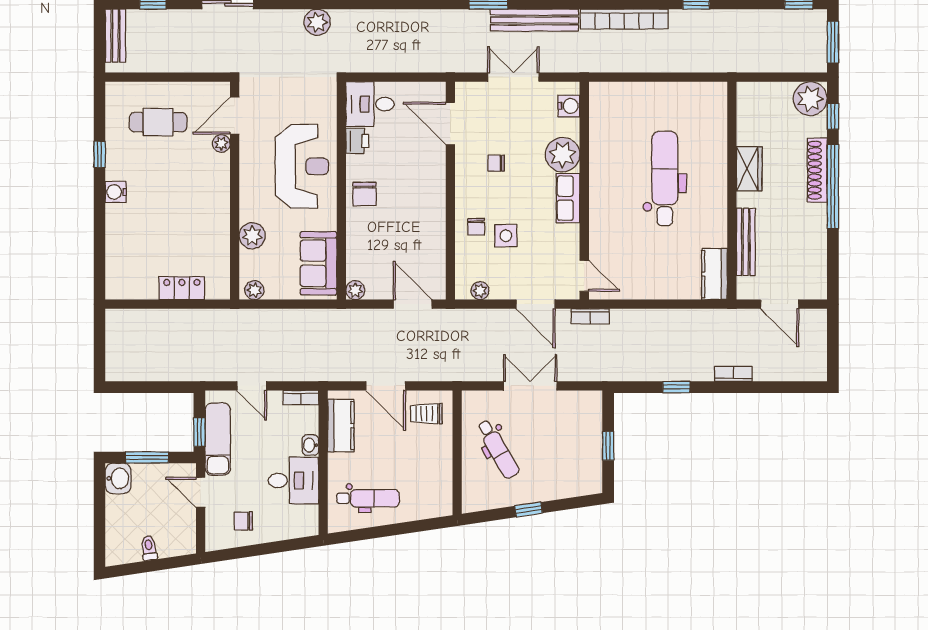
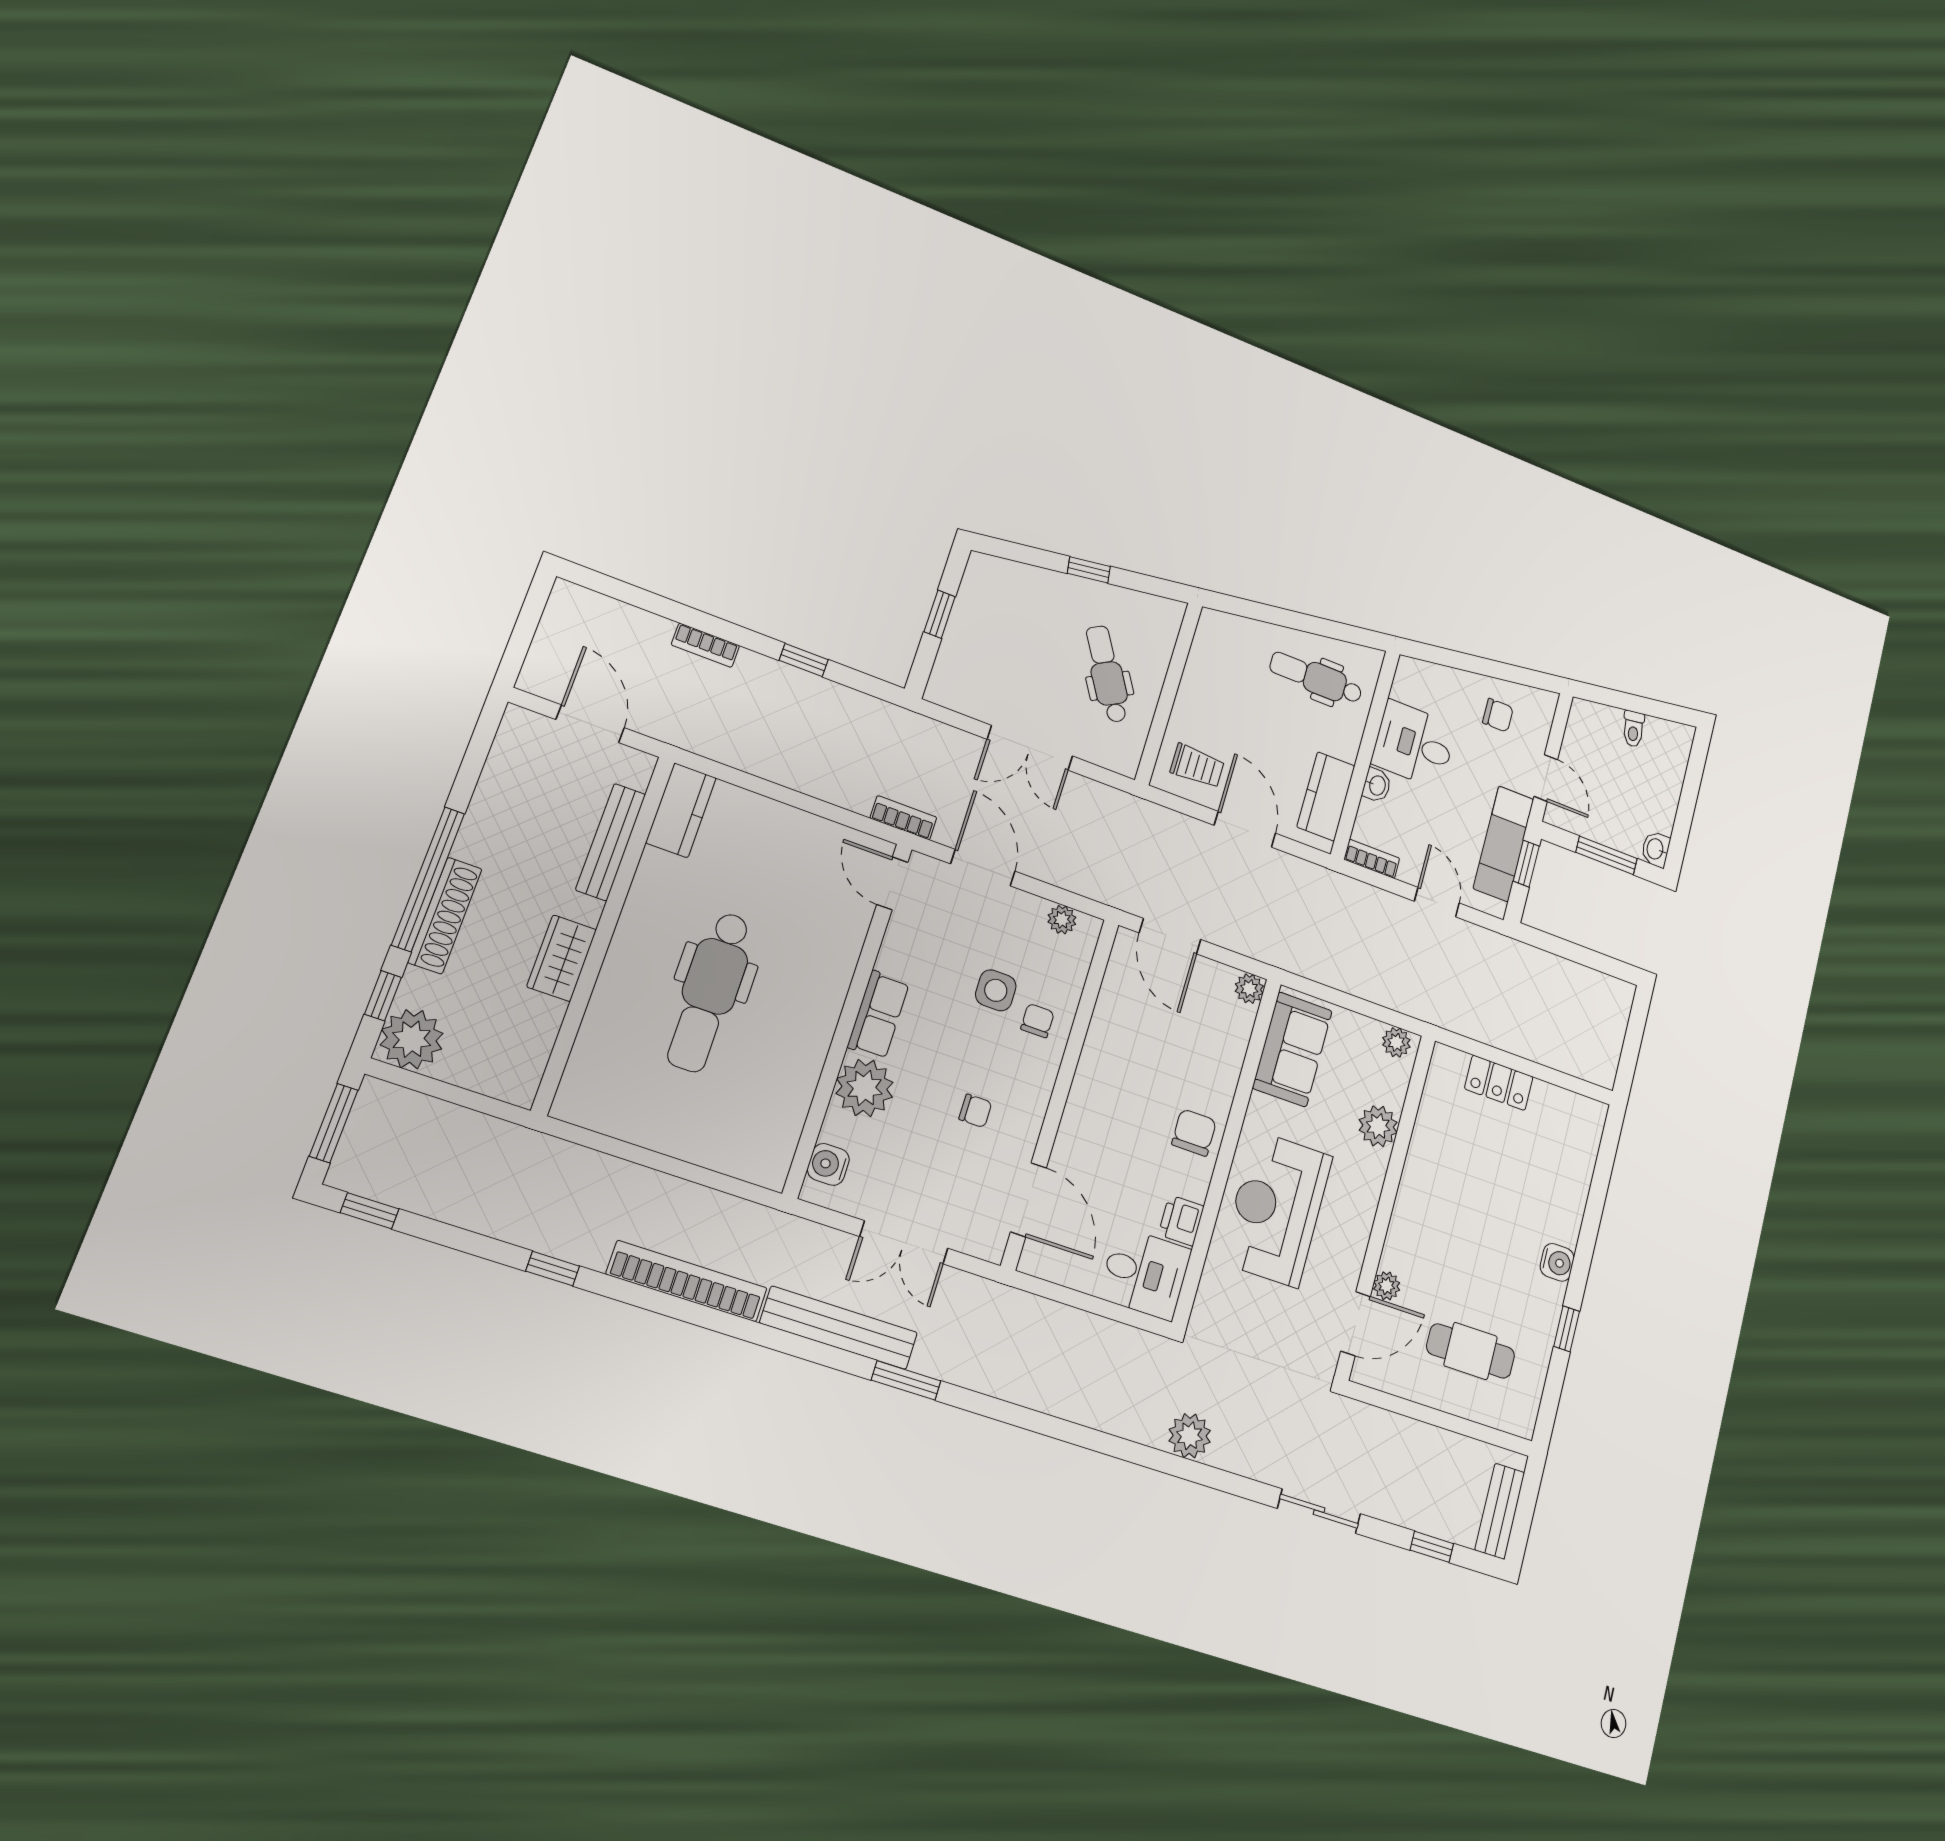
washbasin: (118, 478) -> (1656, 849), width x0.72, depth x0.69

